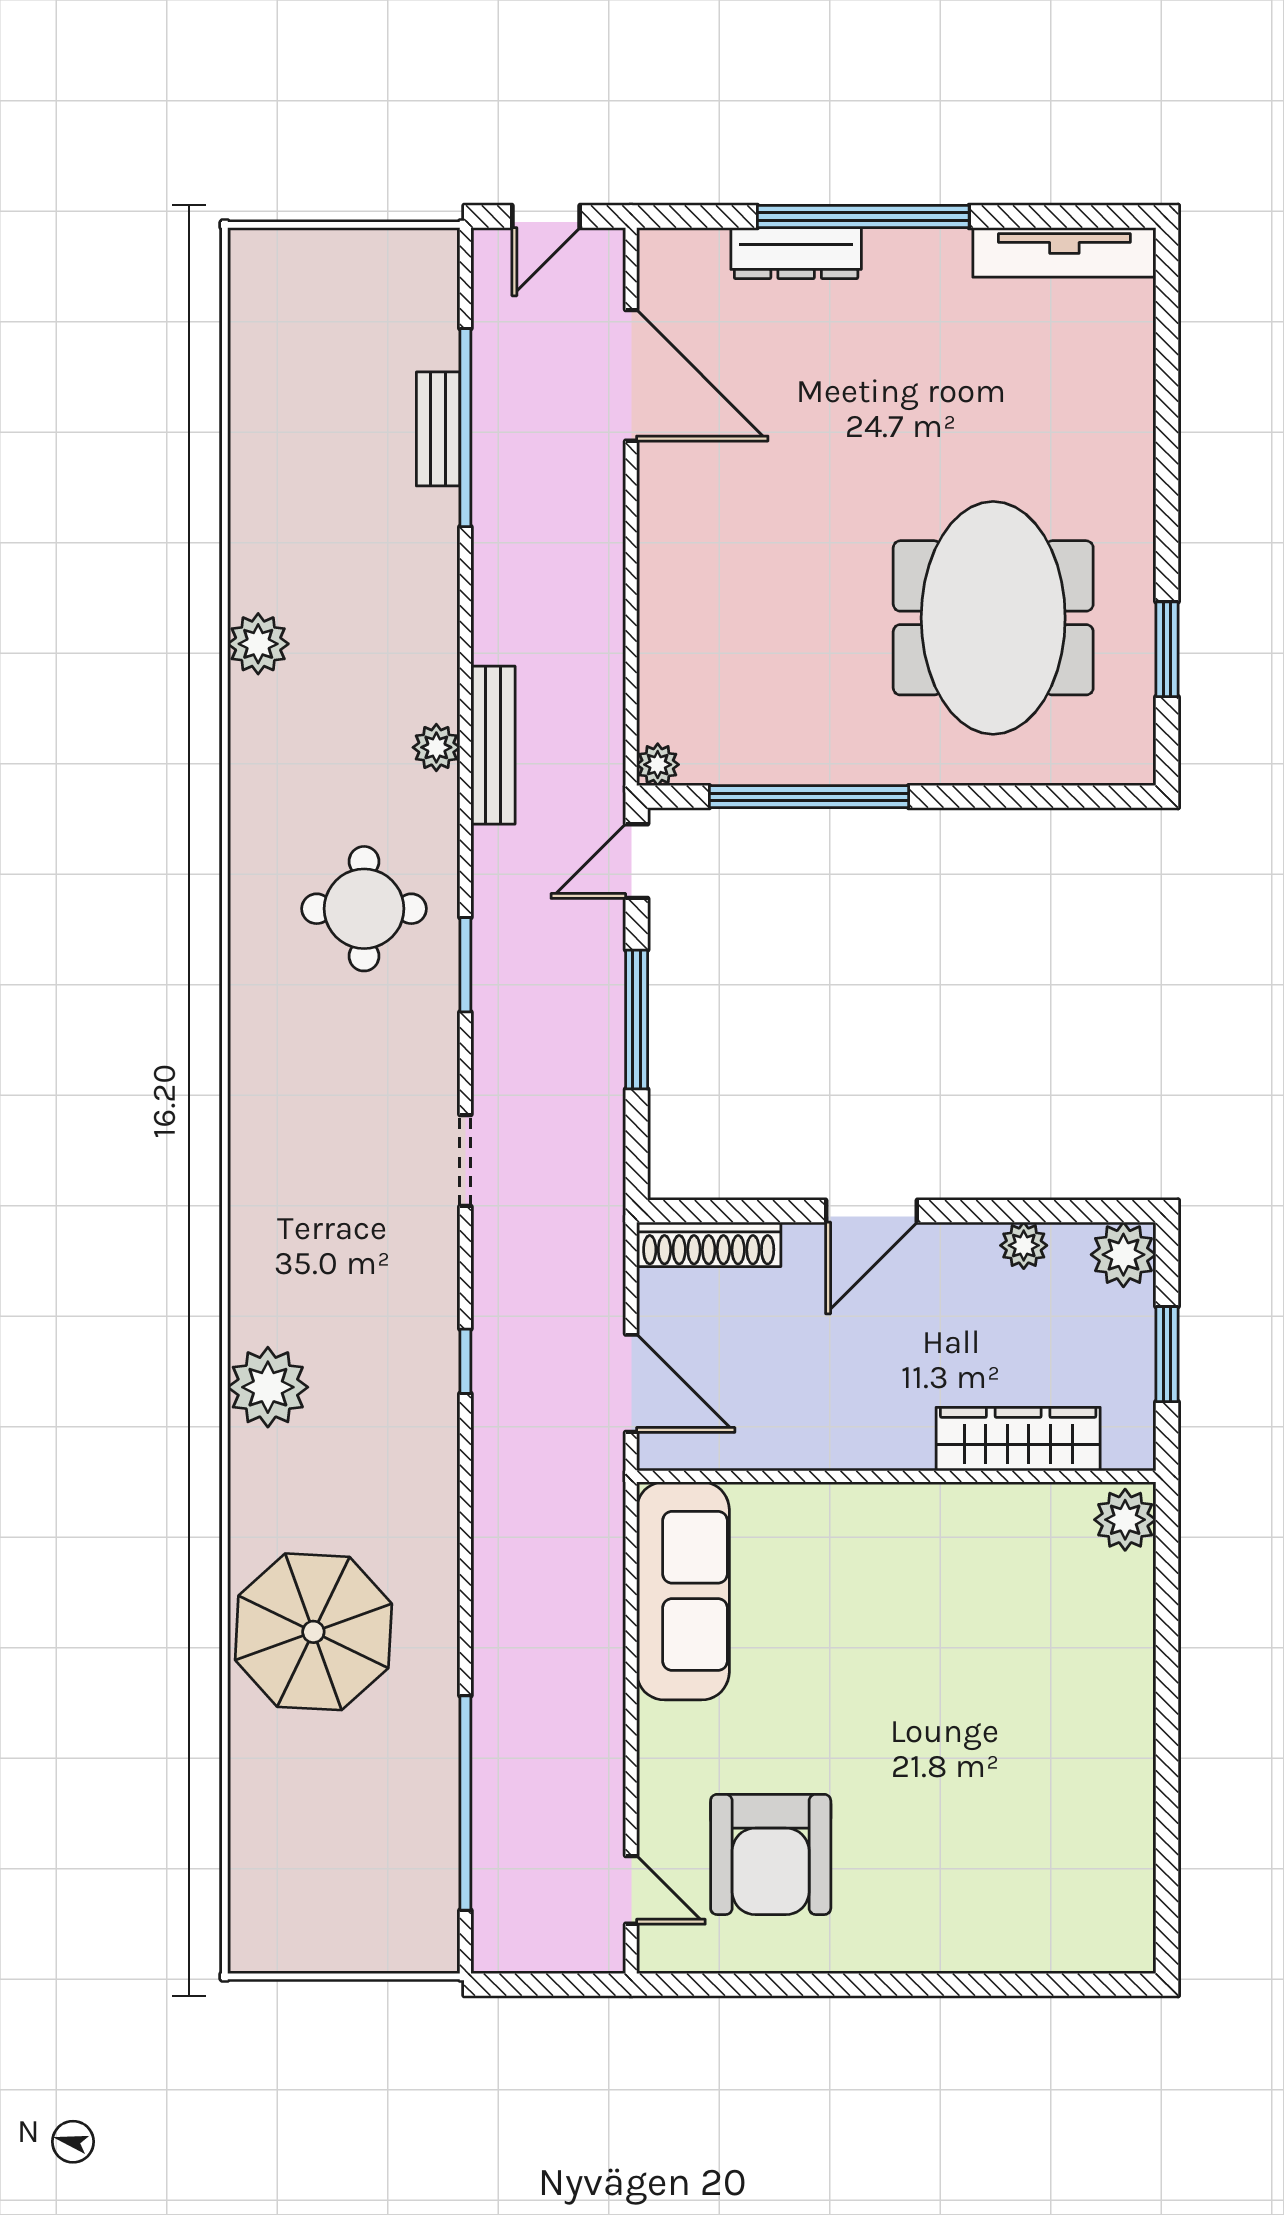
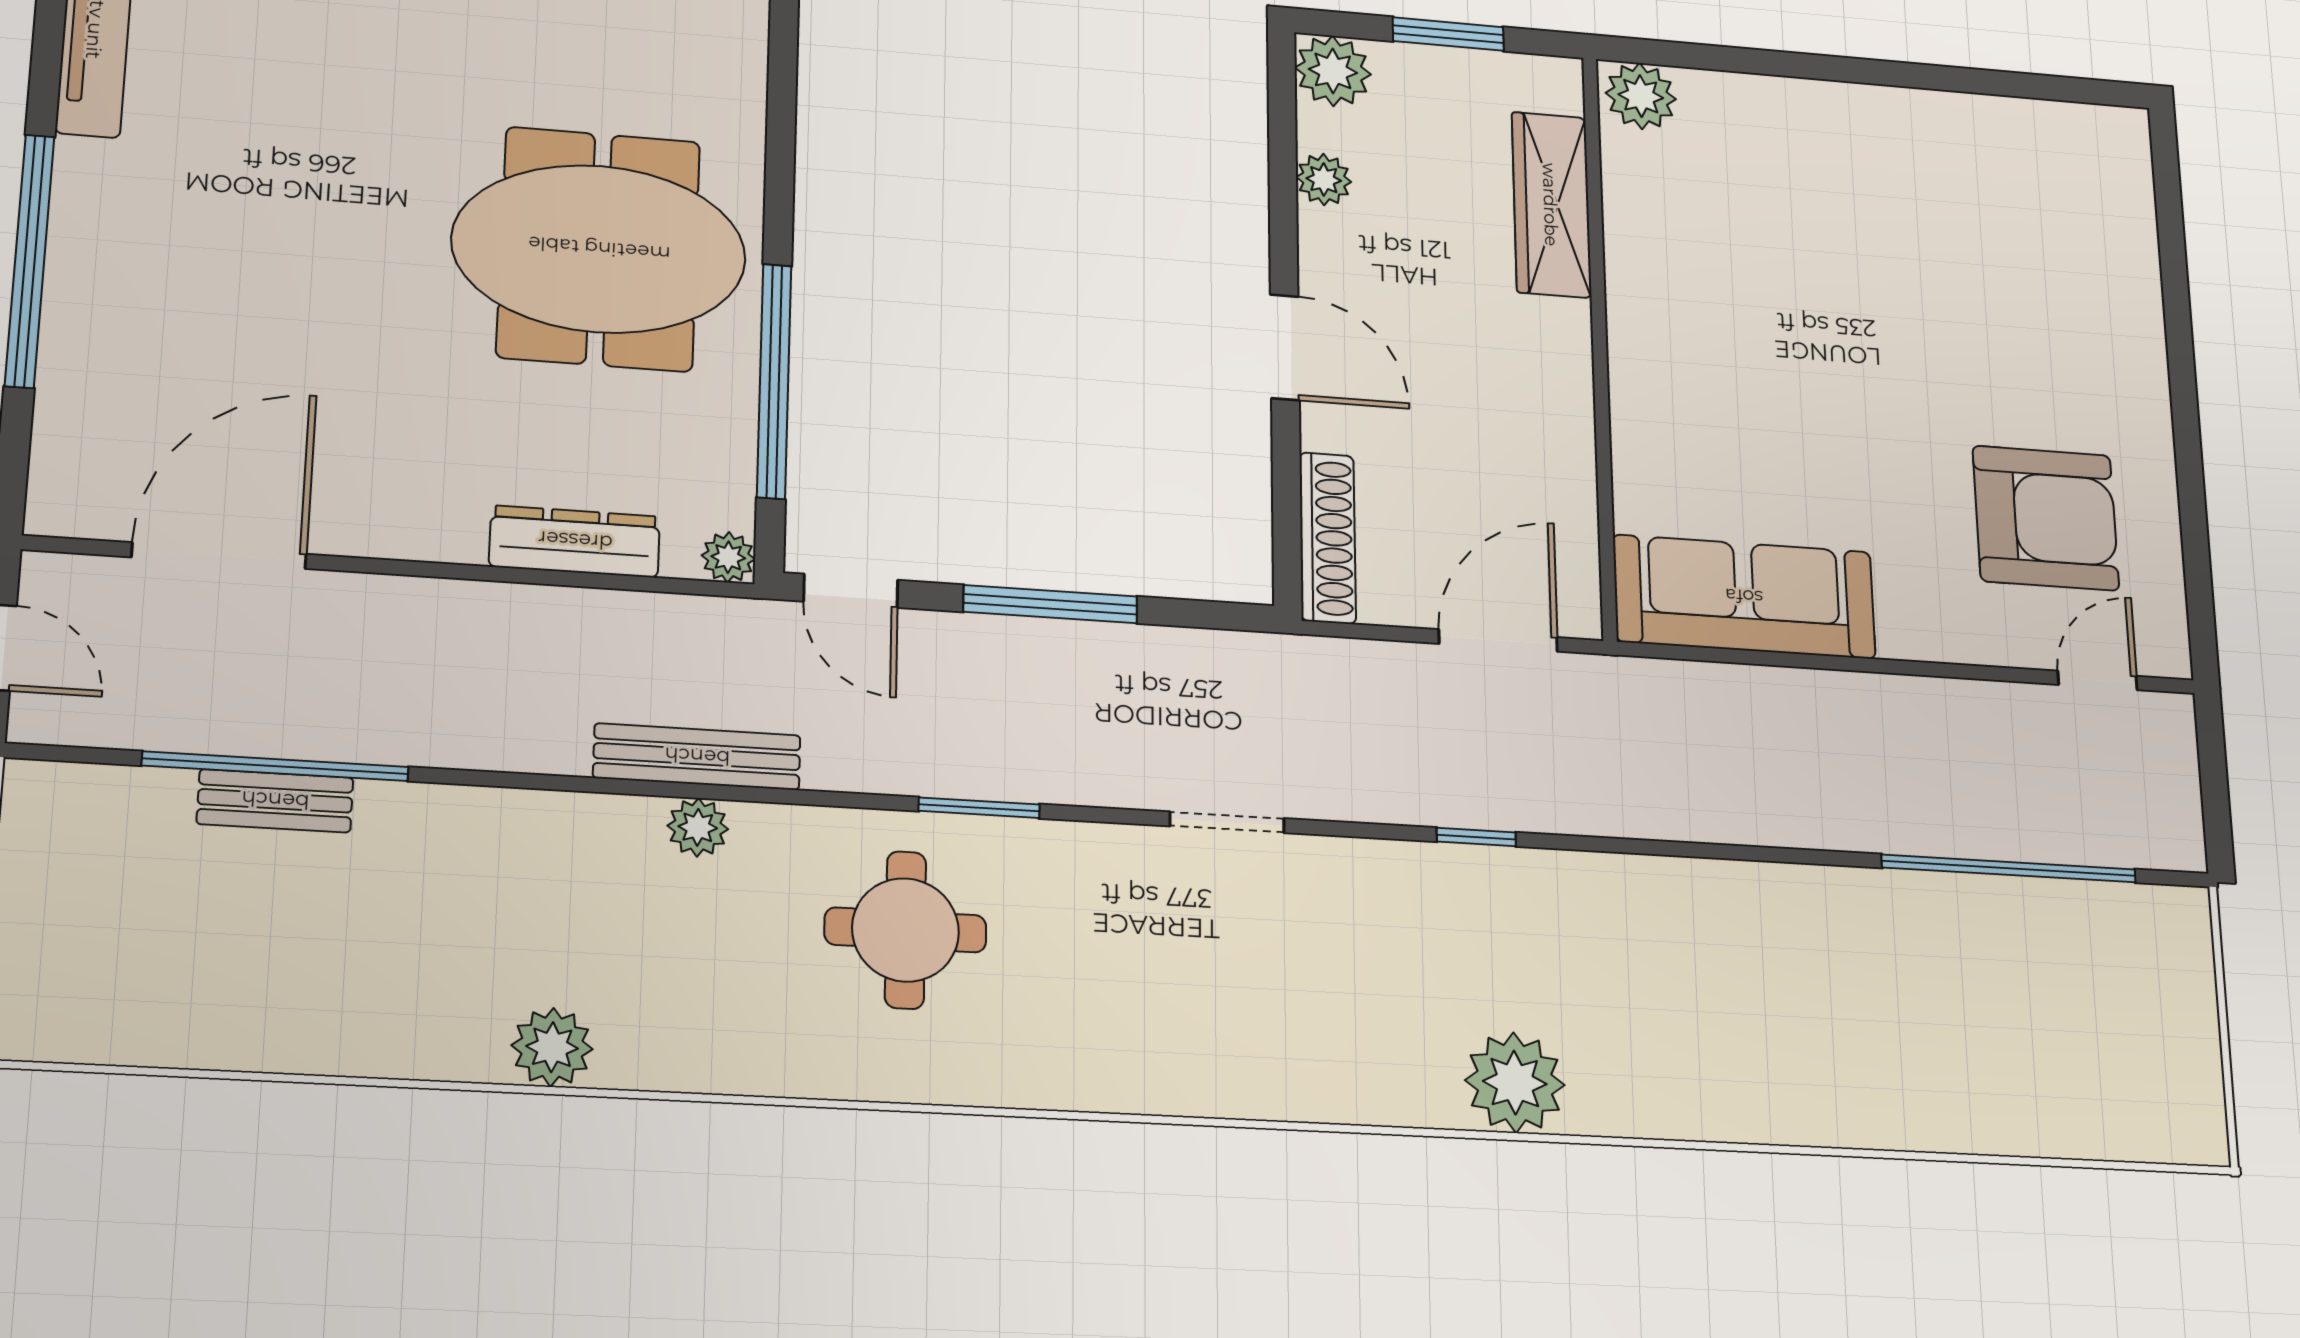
dresser: (796, 253) -> (575, 541), moved, turned -90
meeting table: (993, 618) -> (599, 249), moved
parasol: (313, 1632) -> (1814, 1041), removed

